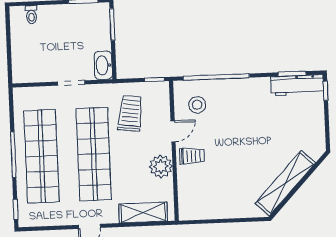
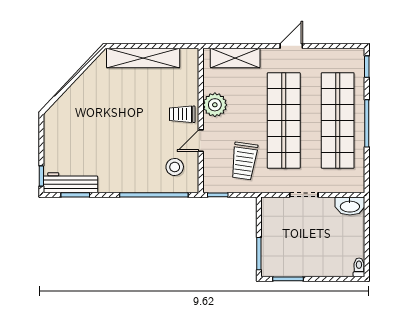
toilet: (31, 15) -> (359, 267), moved
washbasin: (103, 65) -> (350, 206), moved, turned 90
shelving: (285, 183) -> (143, 58), moved, turned 47

